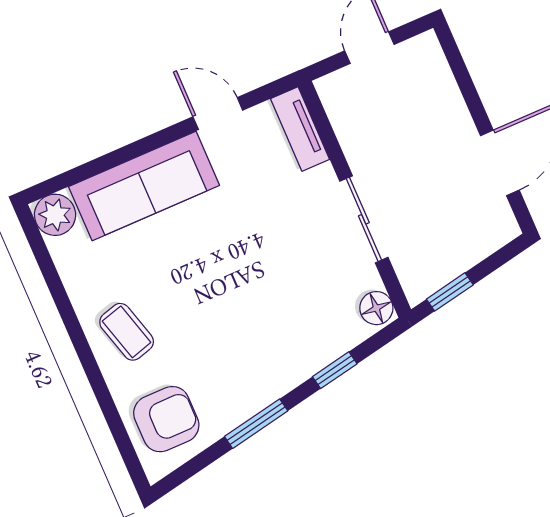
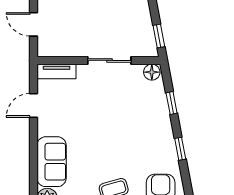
sofa: (144, 186) -> (52, 162), width x0.73
window: (256, 424) -> (180, 149), width x0.67

